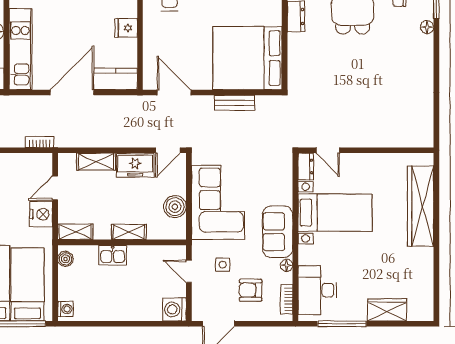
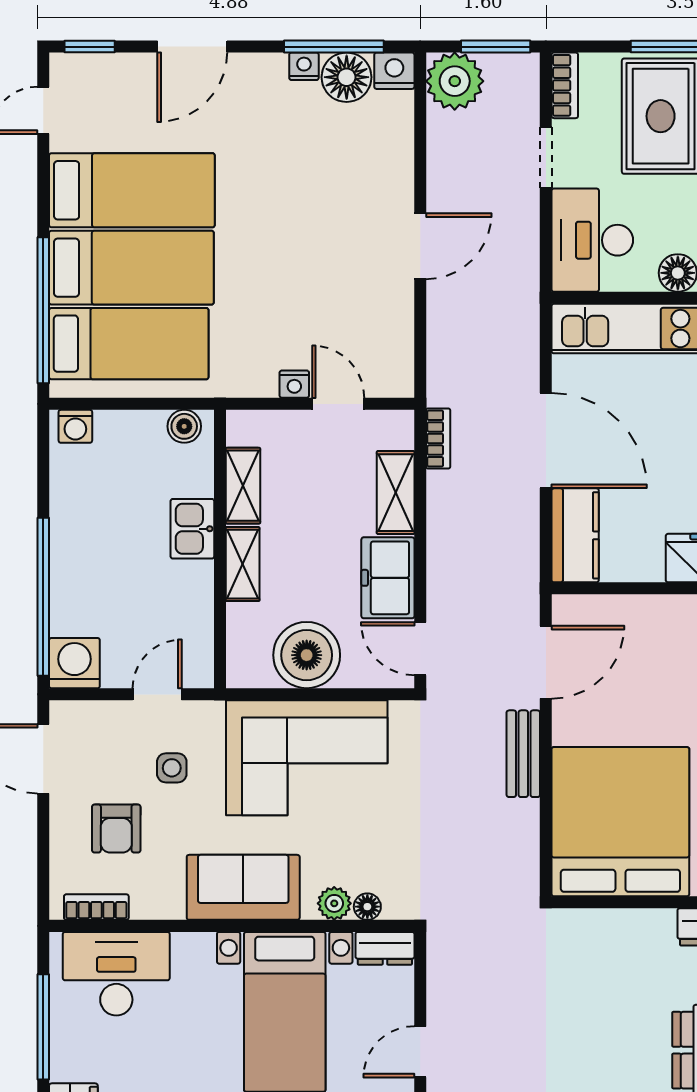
bench: (235, 103) -> (523, 754), moved
bookcase: (40, 142) -> (438, 439), moved
door: (328, 150) -> (420, 1052), moved
plant: (285, 190) -> (334, 903), added
boiler: (175, 207) -> (307, 655), width x1.37, depth x1.37
nightstand: (41, 214) -> (294, 384), width x0.53, depth x0.56
shelving: (75, 232) -> (243, 486), moved
floor lamp: (287, 265) -> (367, 907), moved
armchair: (251, 290) -> (116, 828), turned 180
window: (144, 324) -> (43, 597), added

